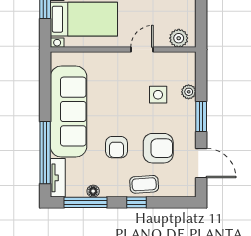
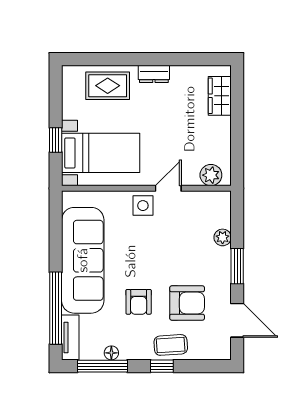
side table: (158, 95) -> (143, 206), moved

